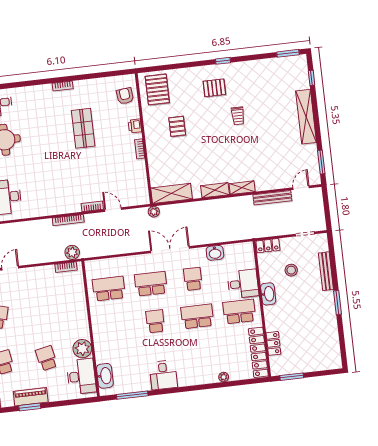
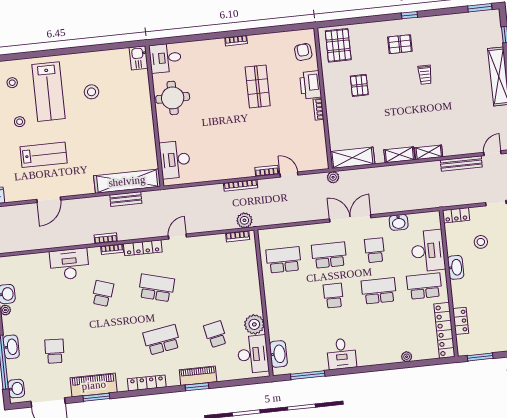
printer: (135, 126) -> (311, 85), width x1.87, depth x1.48
desk: (243, 284) -> (428, 251), width x1.37

